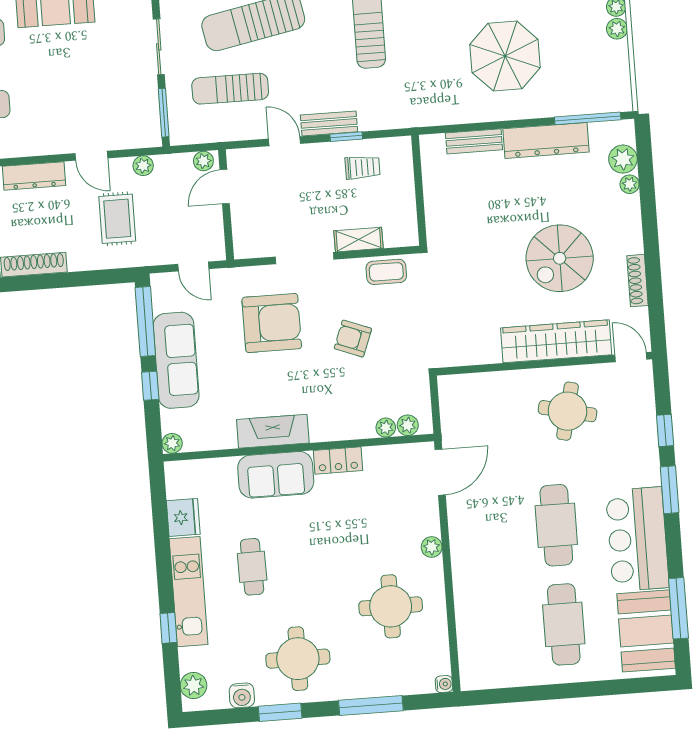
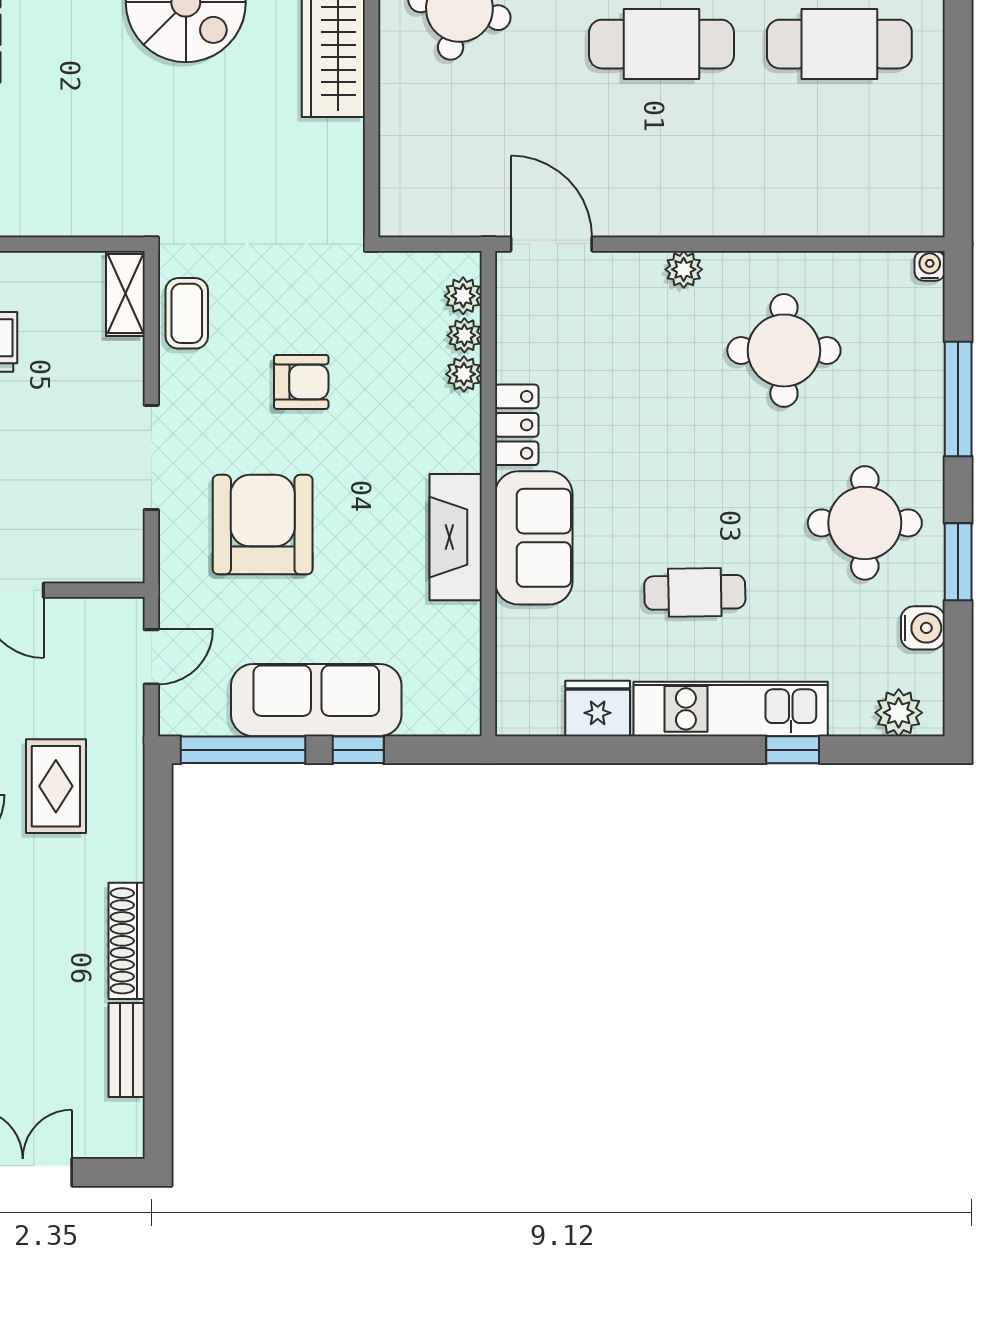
rug: (117, 219) -> (56, 786), turned 90
shelving: (358, 240) -> (125, 294), moved
armchair: (353, 339) -> (301, 382), turned -111
plant: (172, 443) -> (464, 374), moved

